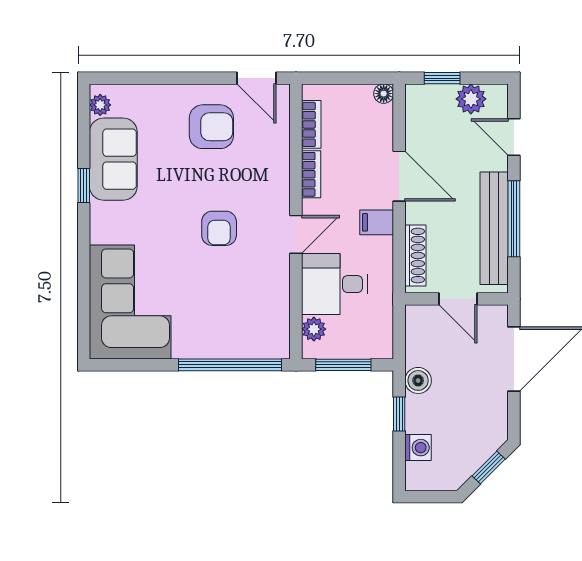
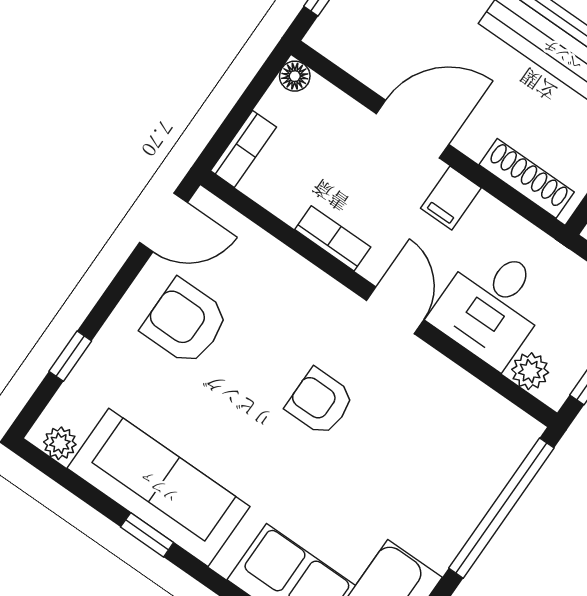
window: (151, 78) -> (70, 356), added
bookcase: (311, 124) -> (243, 149), moved, turned 90
armchair: (211, 127) -> (185, 322), turned -90
sofa: (113, 159) -> (158, 487), width x1.36
armchair: (219, 228) -> (320, 402), turned 180

